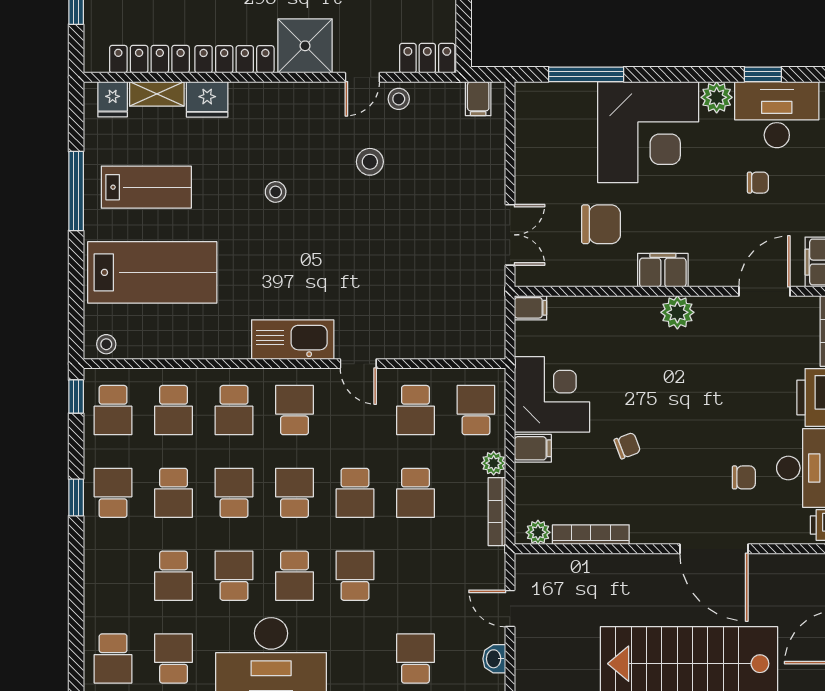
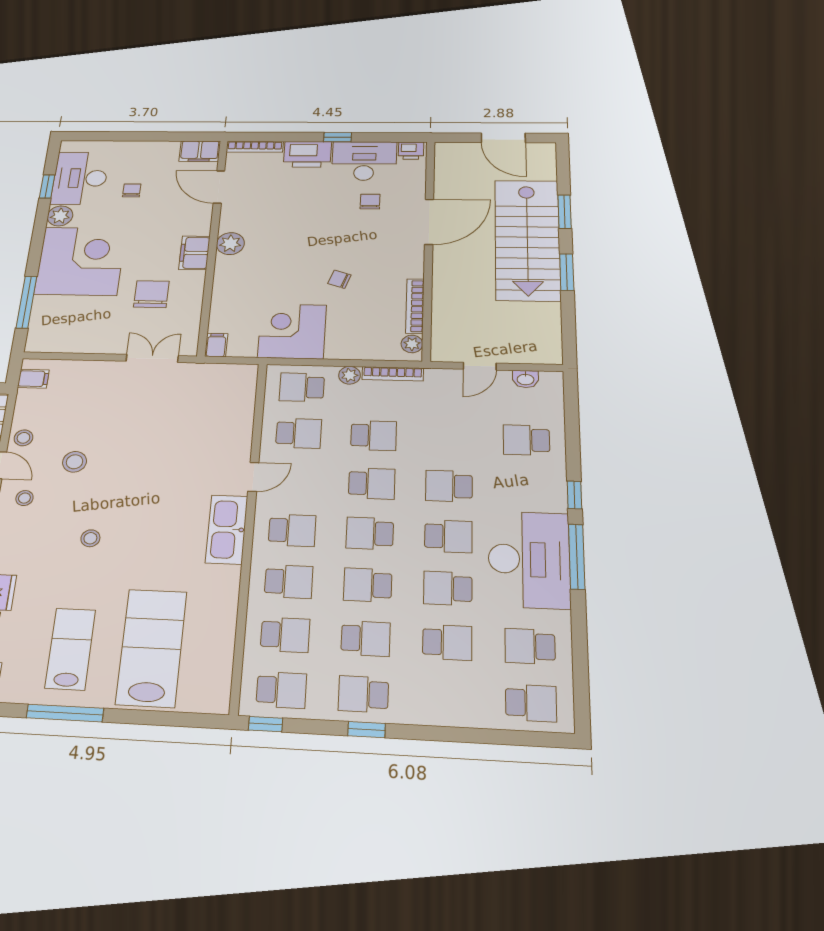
stool: (106, 344) -> (24, 498), moved
school desk: (294, 410) -> (292, 530), turned 180
chair: (627, 446) -> (339, 279), turned -50
filing cabinet: (533, 448) -> (338, 346), removed

